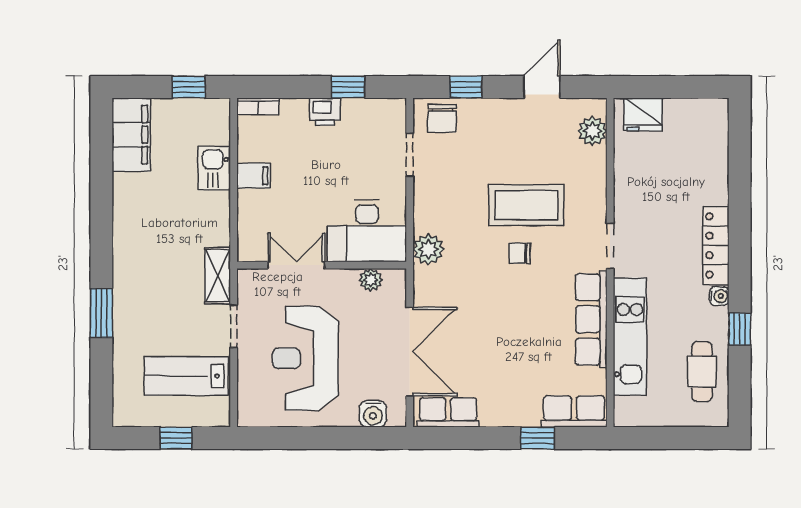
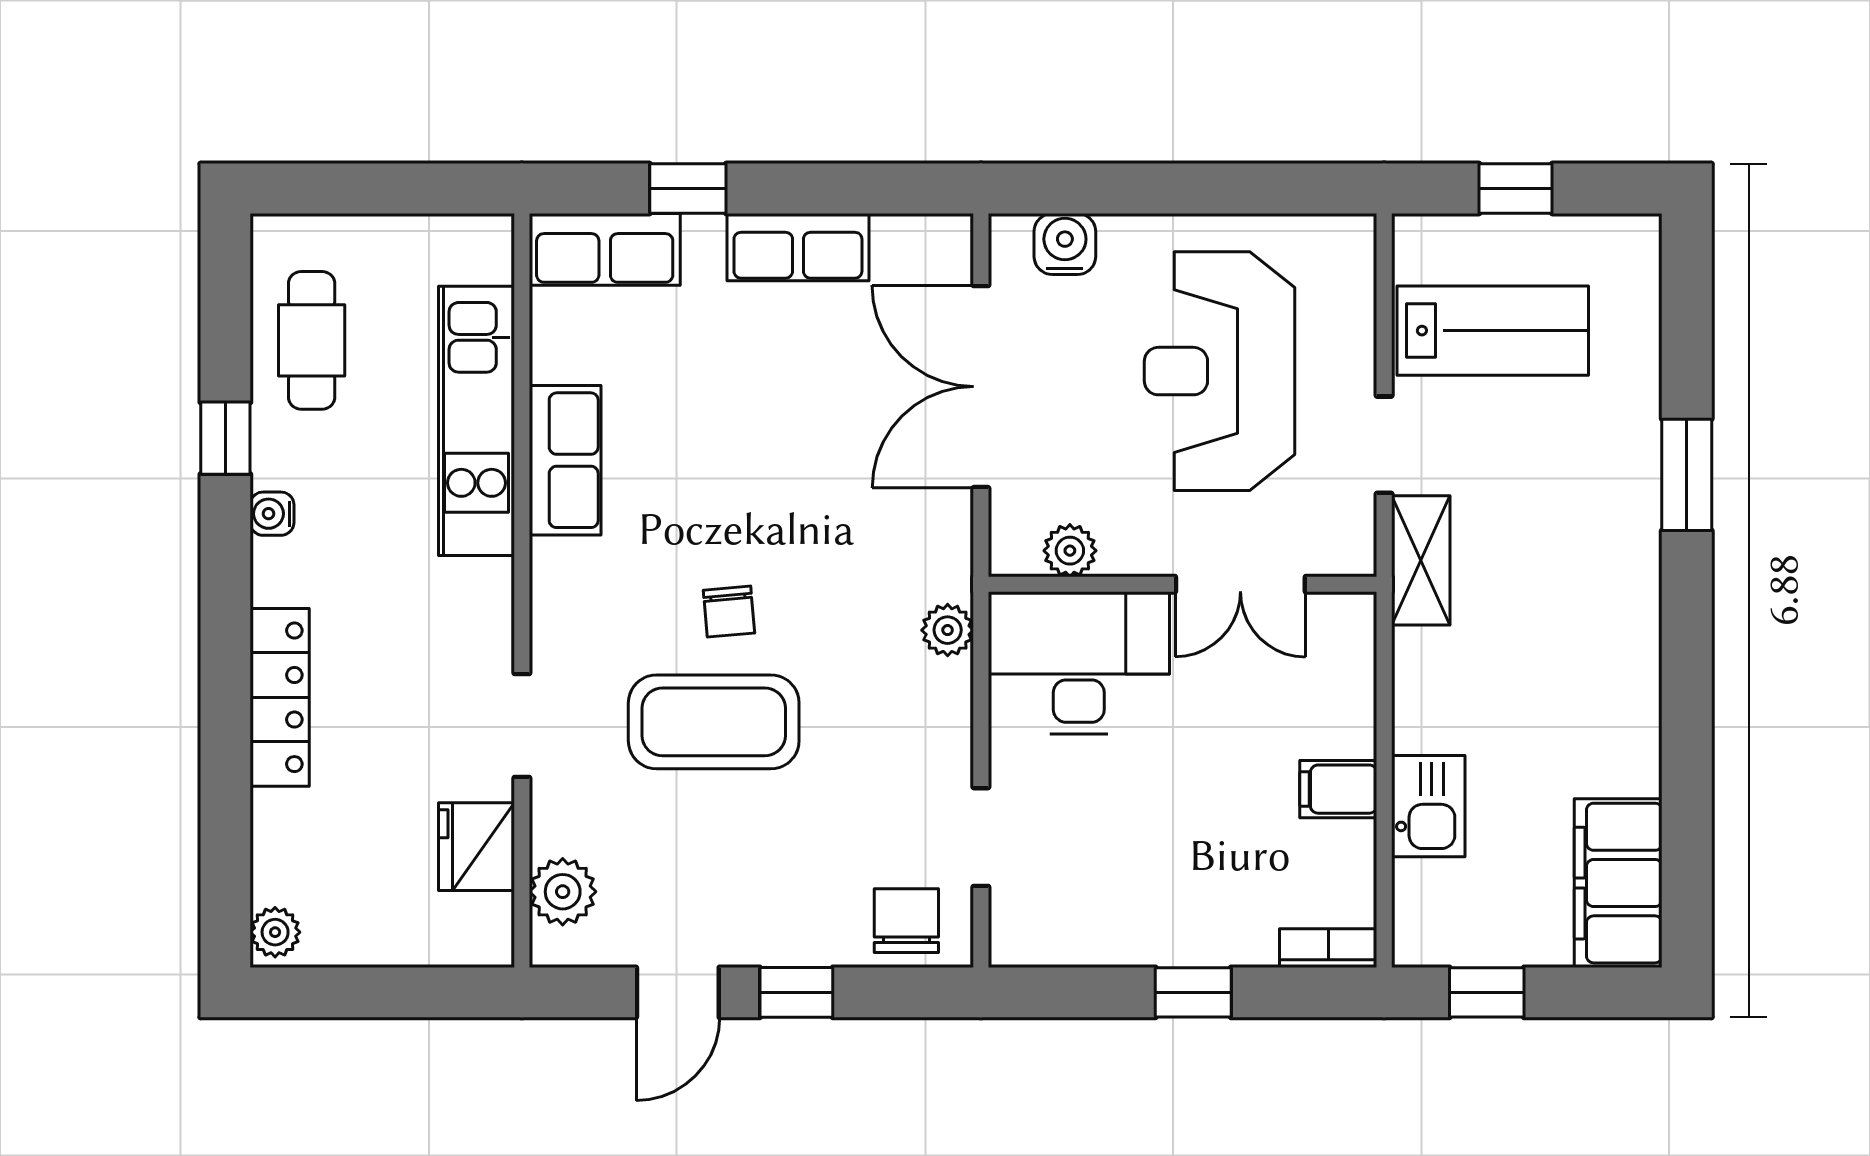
window: (348, 87) -> (1193, 992), moved
window: (466, 87) -> (796, 992), moved
printer: (325, 112) -> (1175, 936), removed
plant: (718, 113) -> (275, 932), added
fridge: (643, 114) -> (477, 847), moved, turned -90
locker: (716, 245) -> (280, 697), moved
doorway: (610, 246) -> (522, 725), moved
plant: (428, 249) -> (948, 630), width x0.73, depth x0.73
chair: (520, 253) -> (729, 612), turned 85
row of seats: (591, 319) -> (565, 460), width x0.68
reception desk: (305, 358) -> (1219, 371), turned 180
row of seats: (448, 412) -> (798, 247), moved

